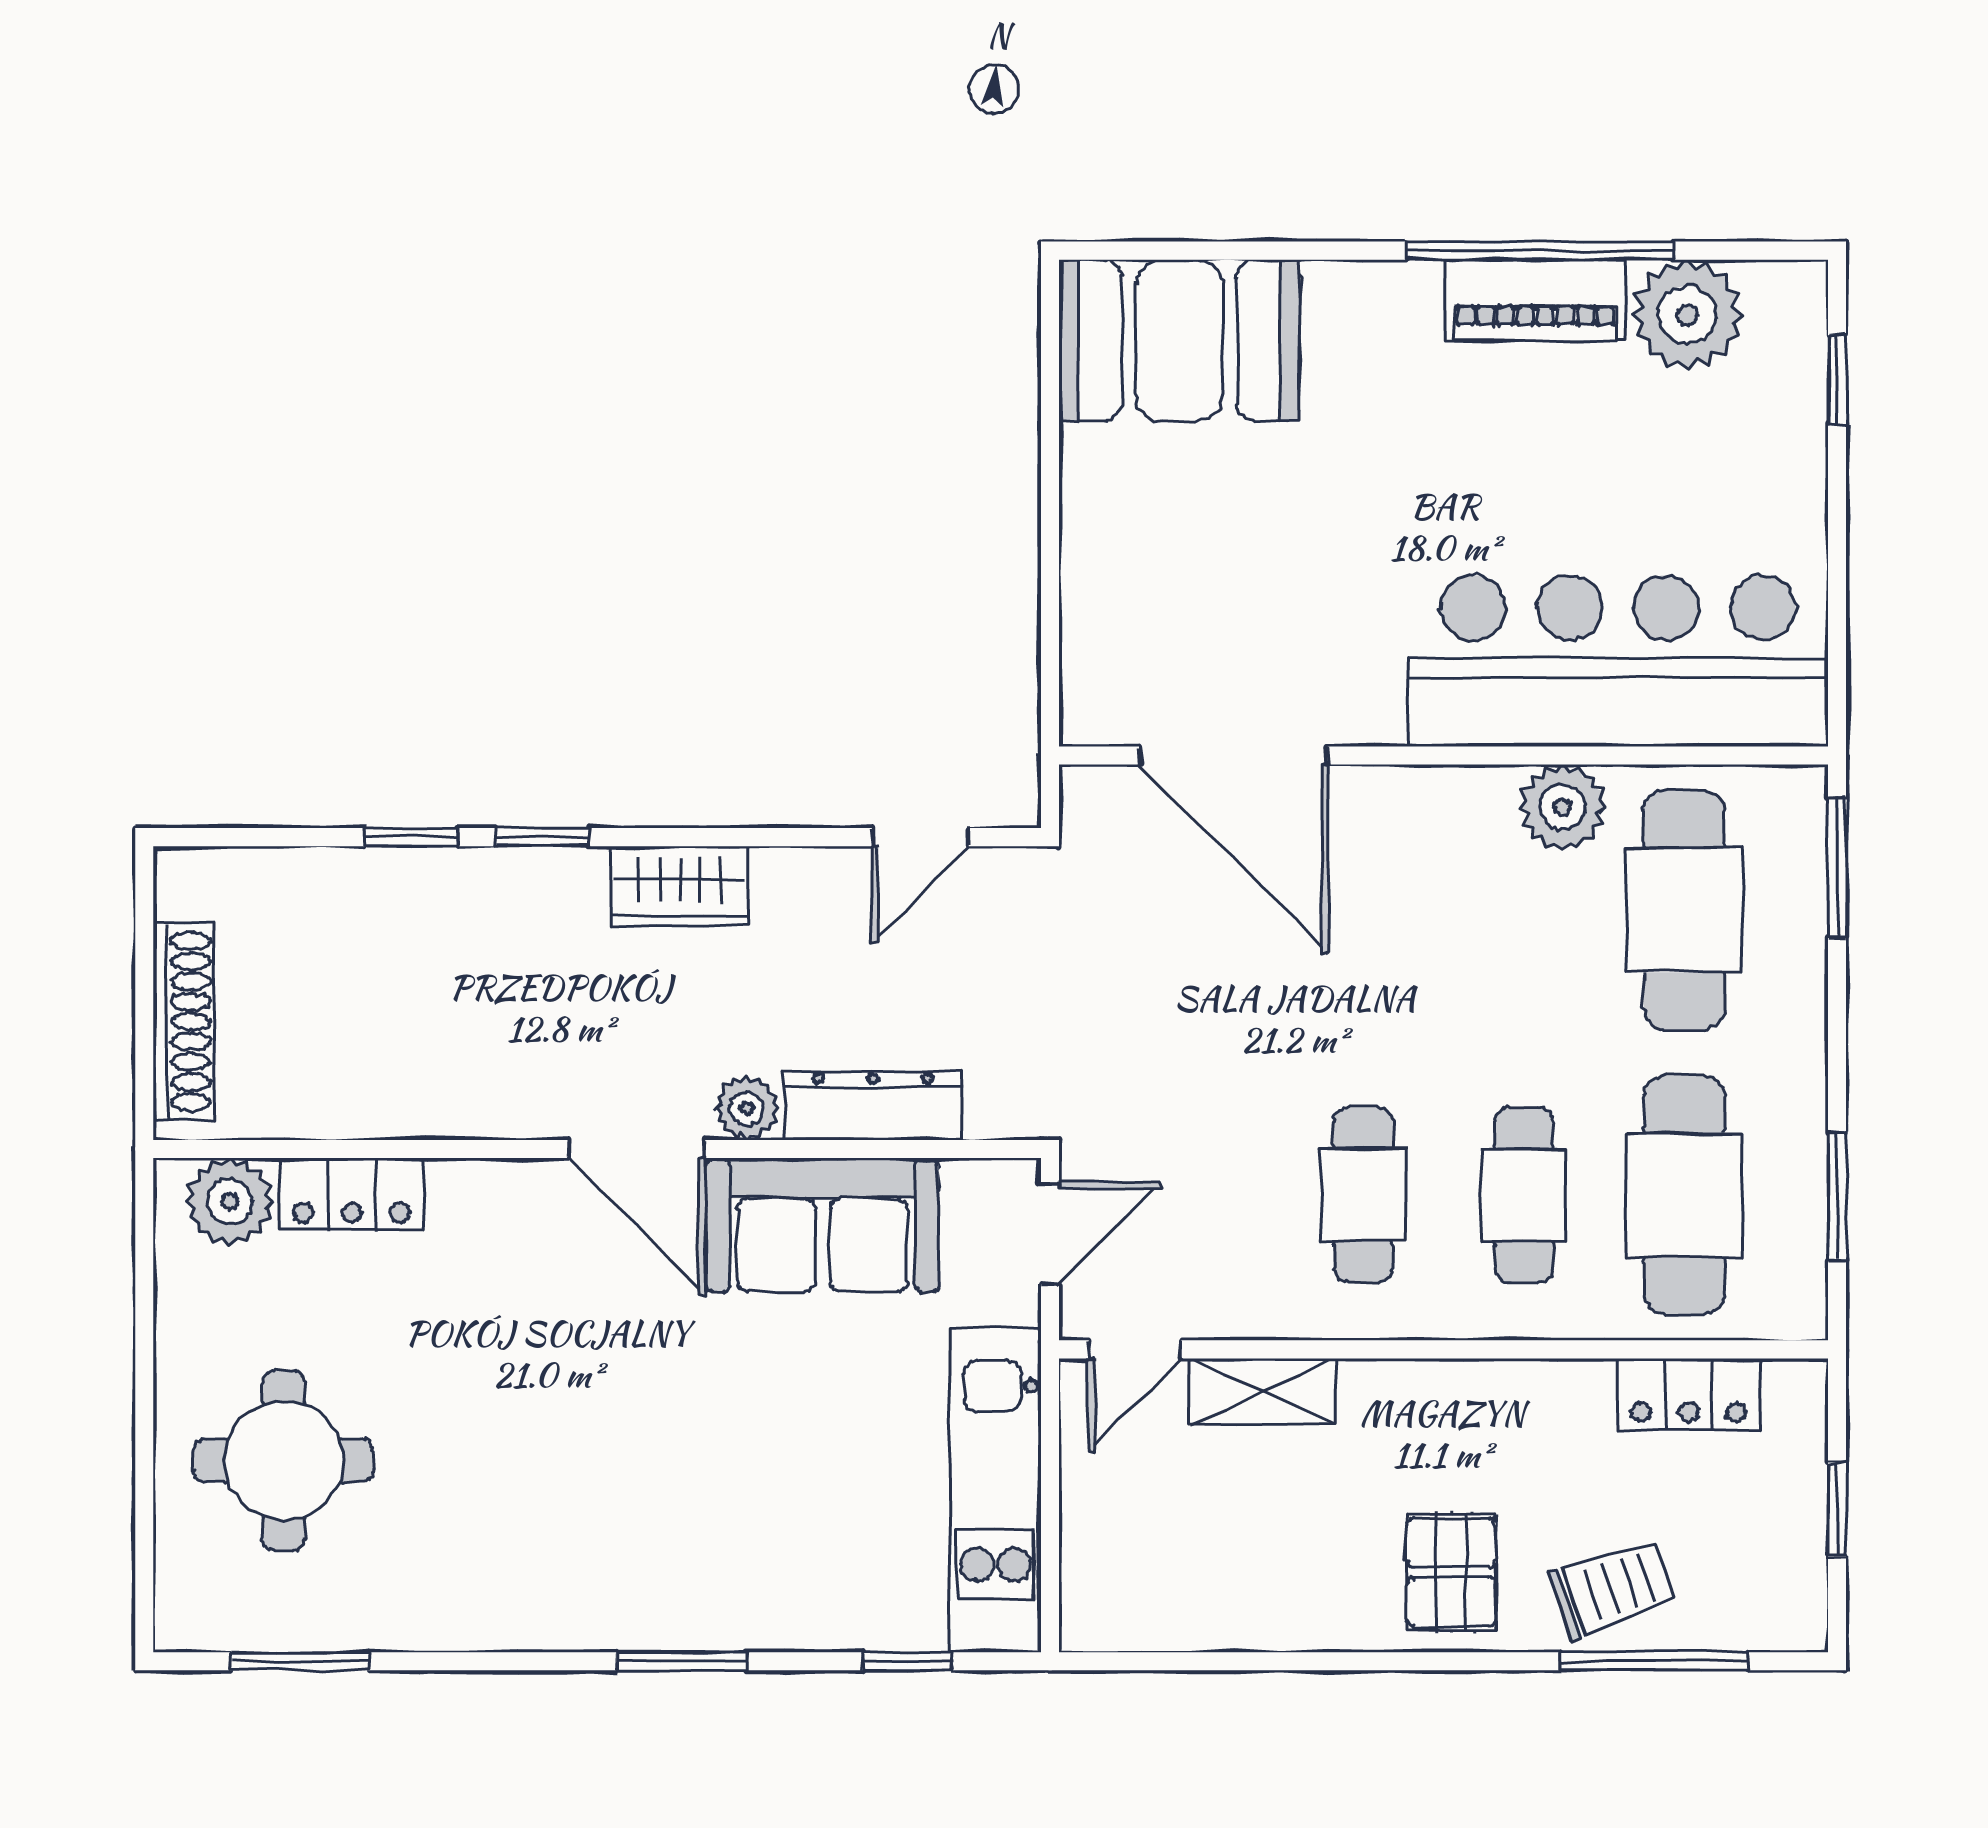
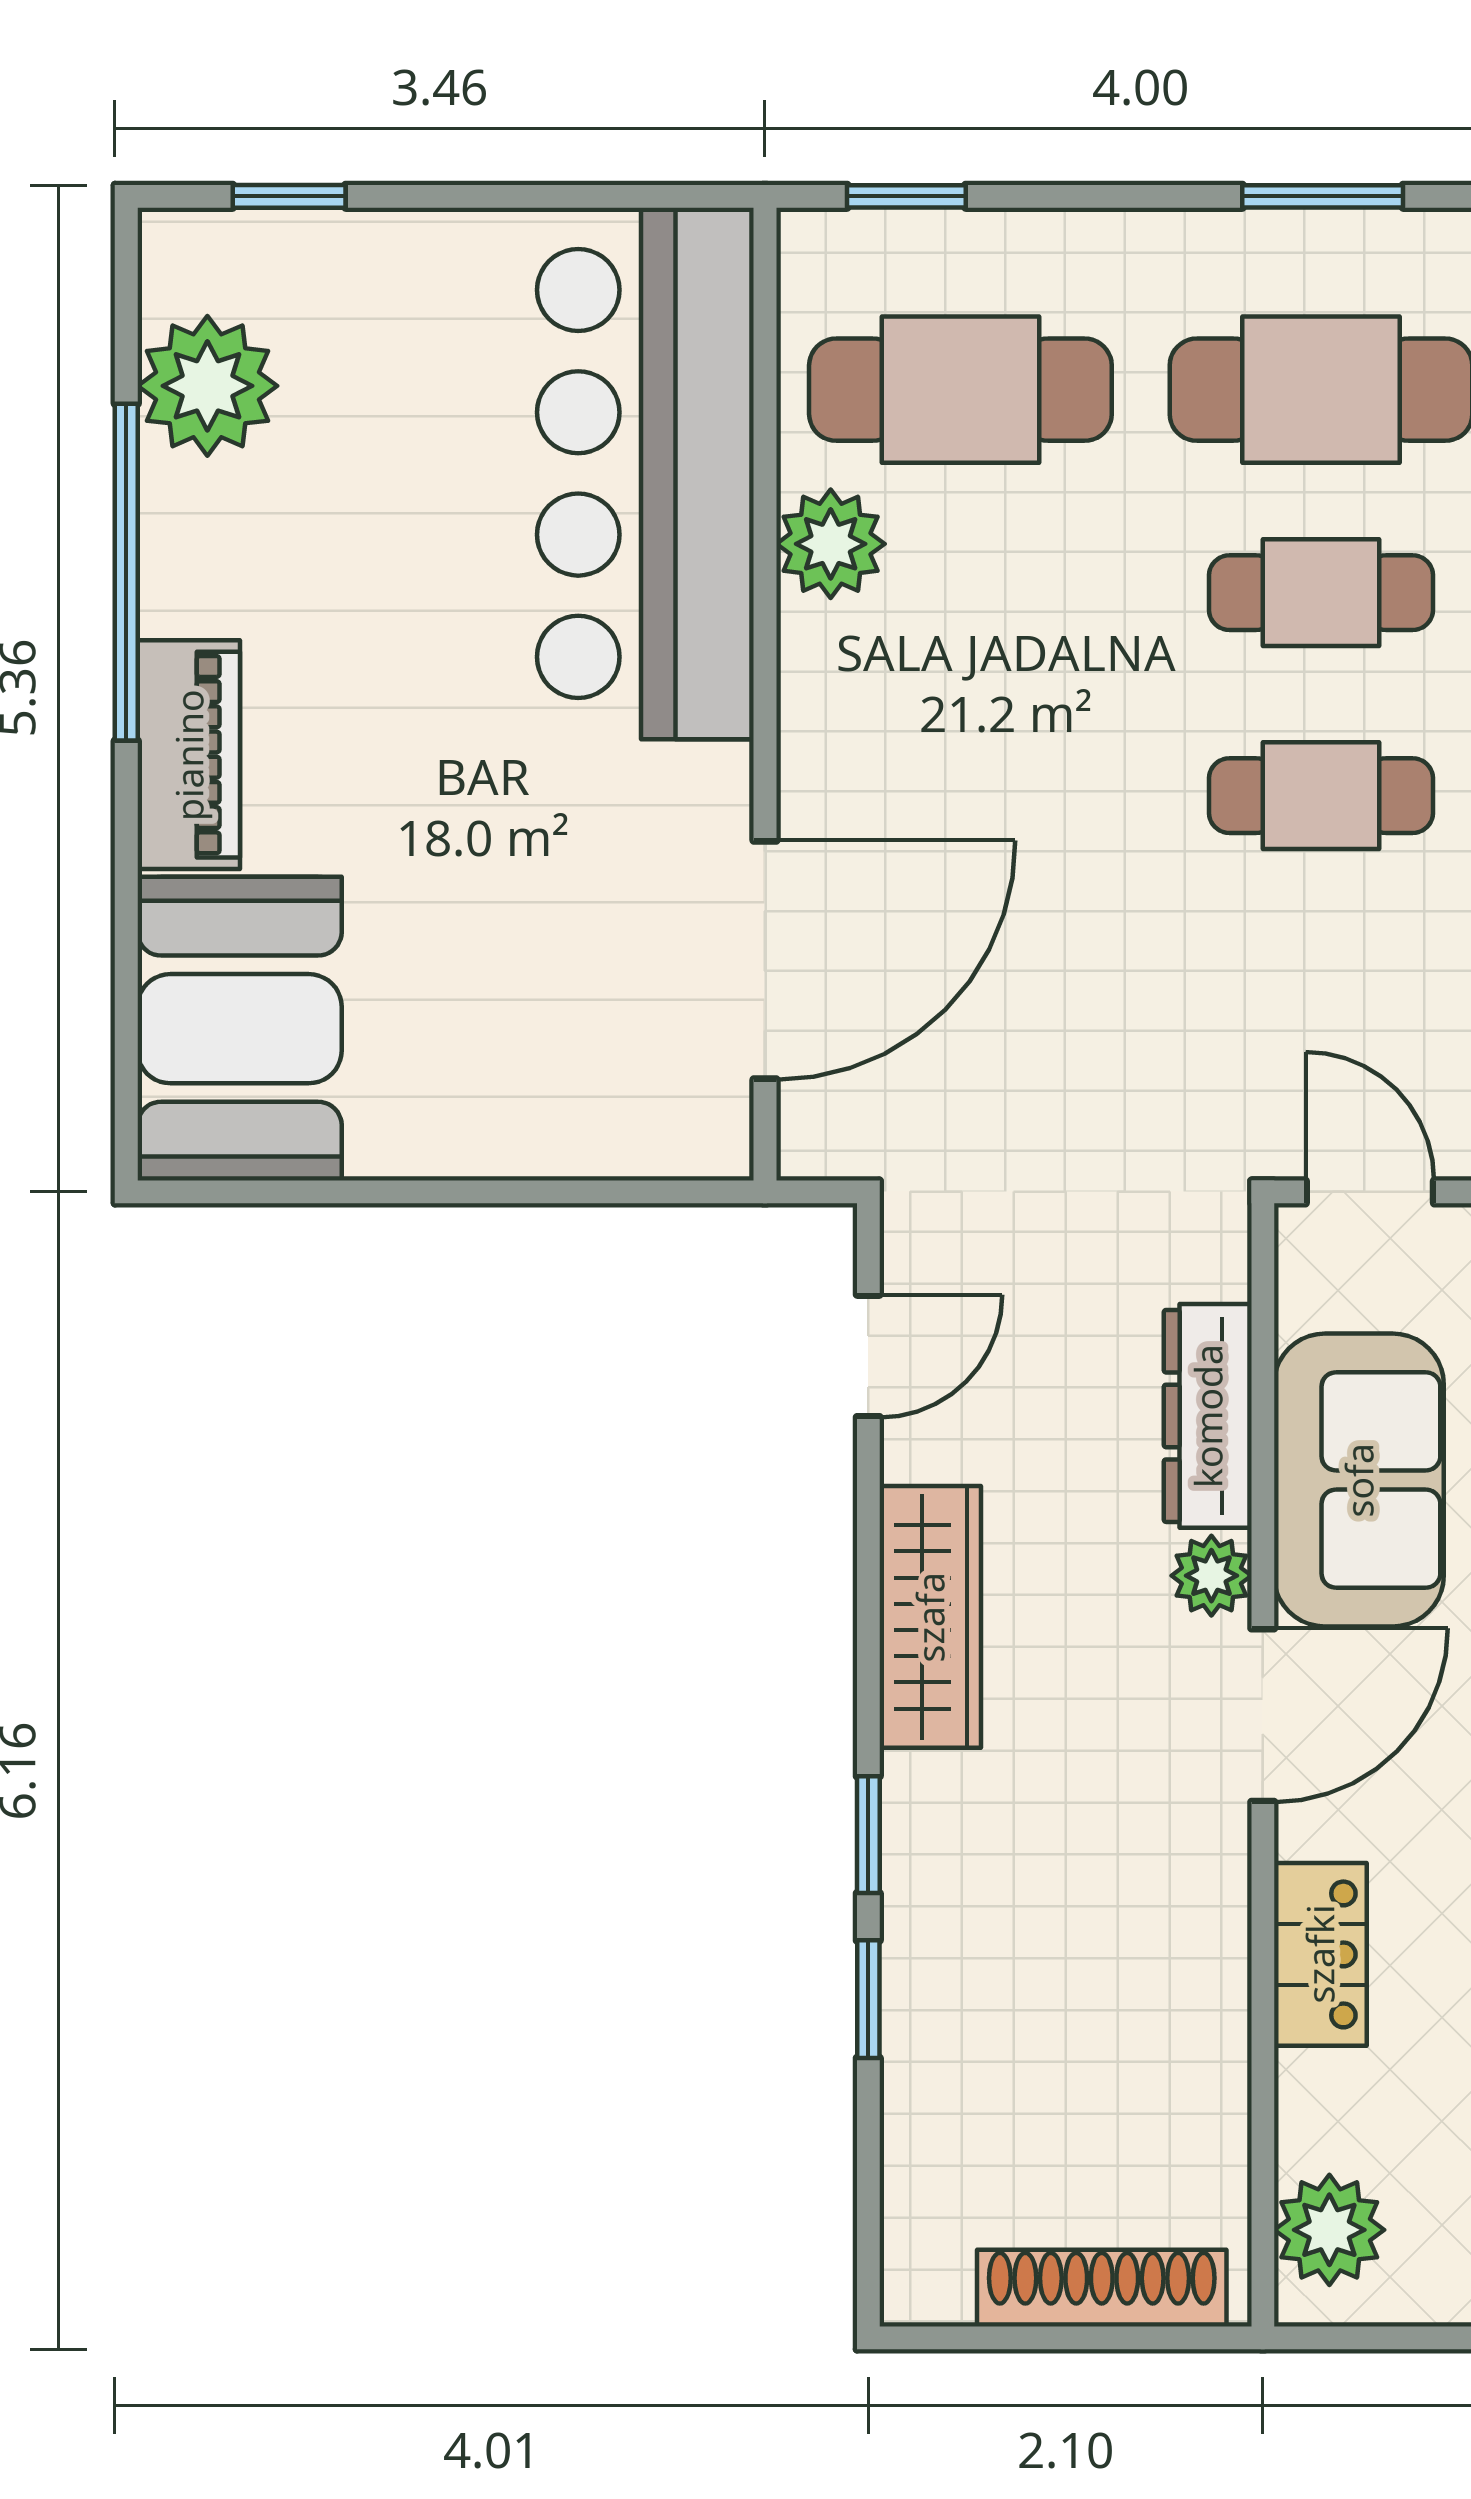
piano: (1535, 300) -> (189, 755), moved
door: (920, 837) -> (868, 1356), hinge flipped
window: (1837, 867) -> (906, 196), width x0.67
wardrobe: (680, 886) -> (930, 1617), width x1.50
locker: (352, 1194) -> (1320, 1954), moved

